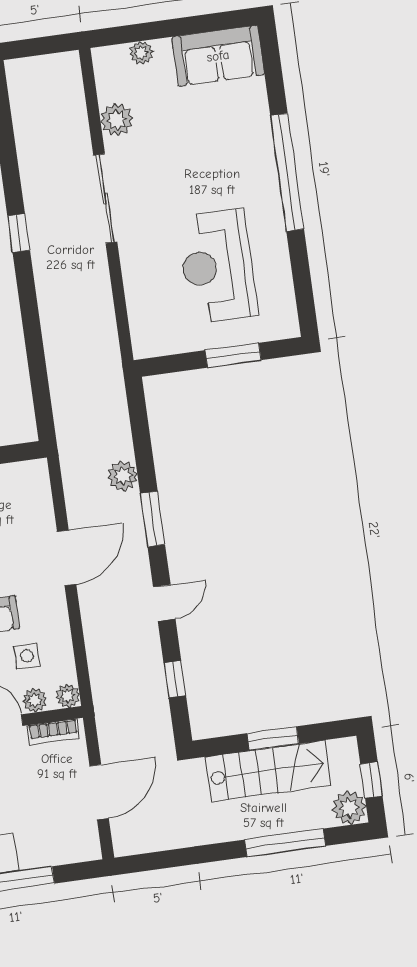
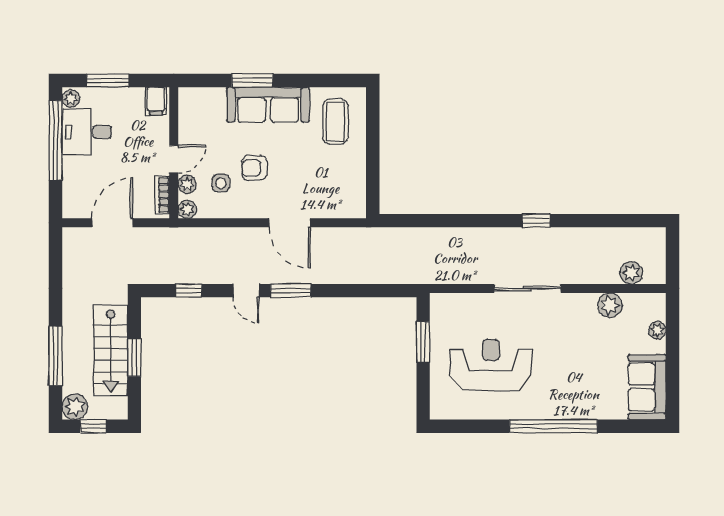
sliding door: (105, 199) -> (528, 288), moved
window: (233, 355) -> (423, 342), moved
plant: (123, 476) -> (631, 273), moved
window: (153, 519) -> (291, 291), moved
door: (99, 792) -> (112, 223), swing flipped

